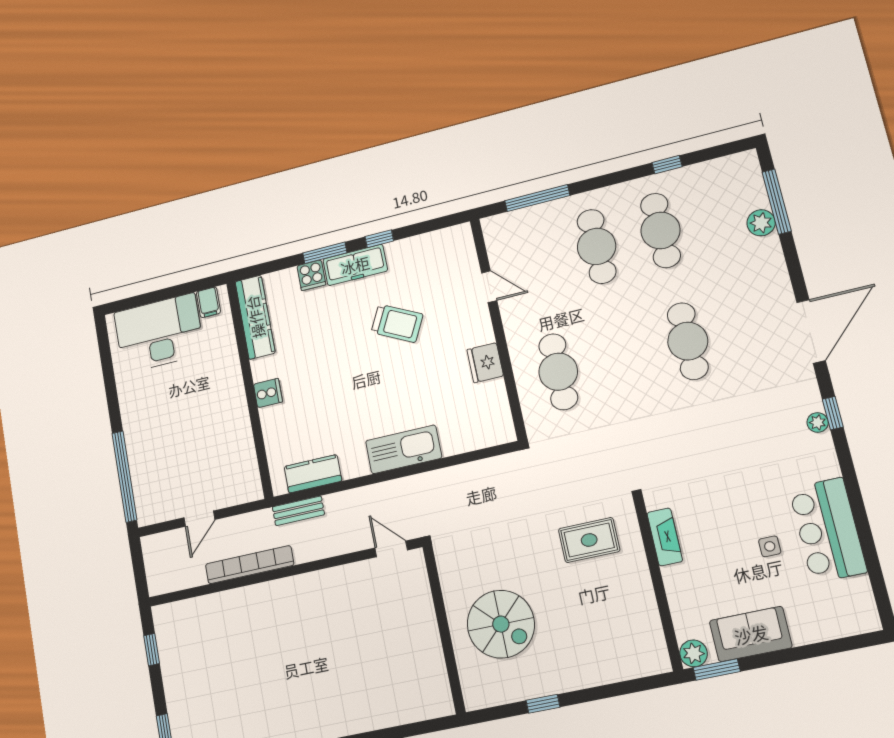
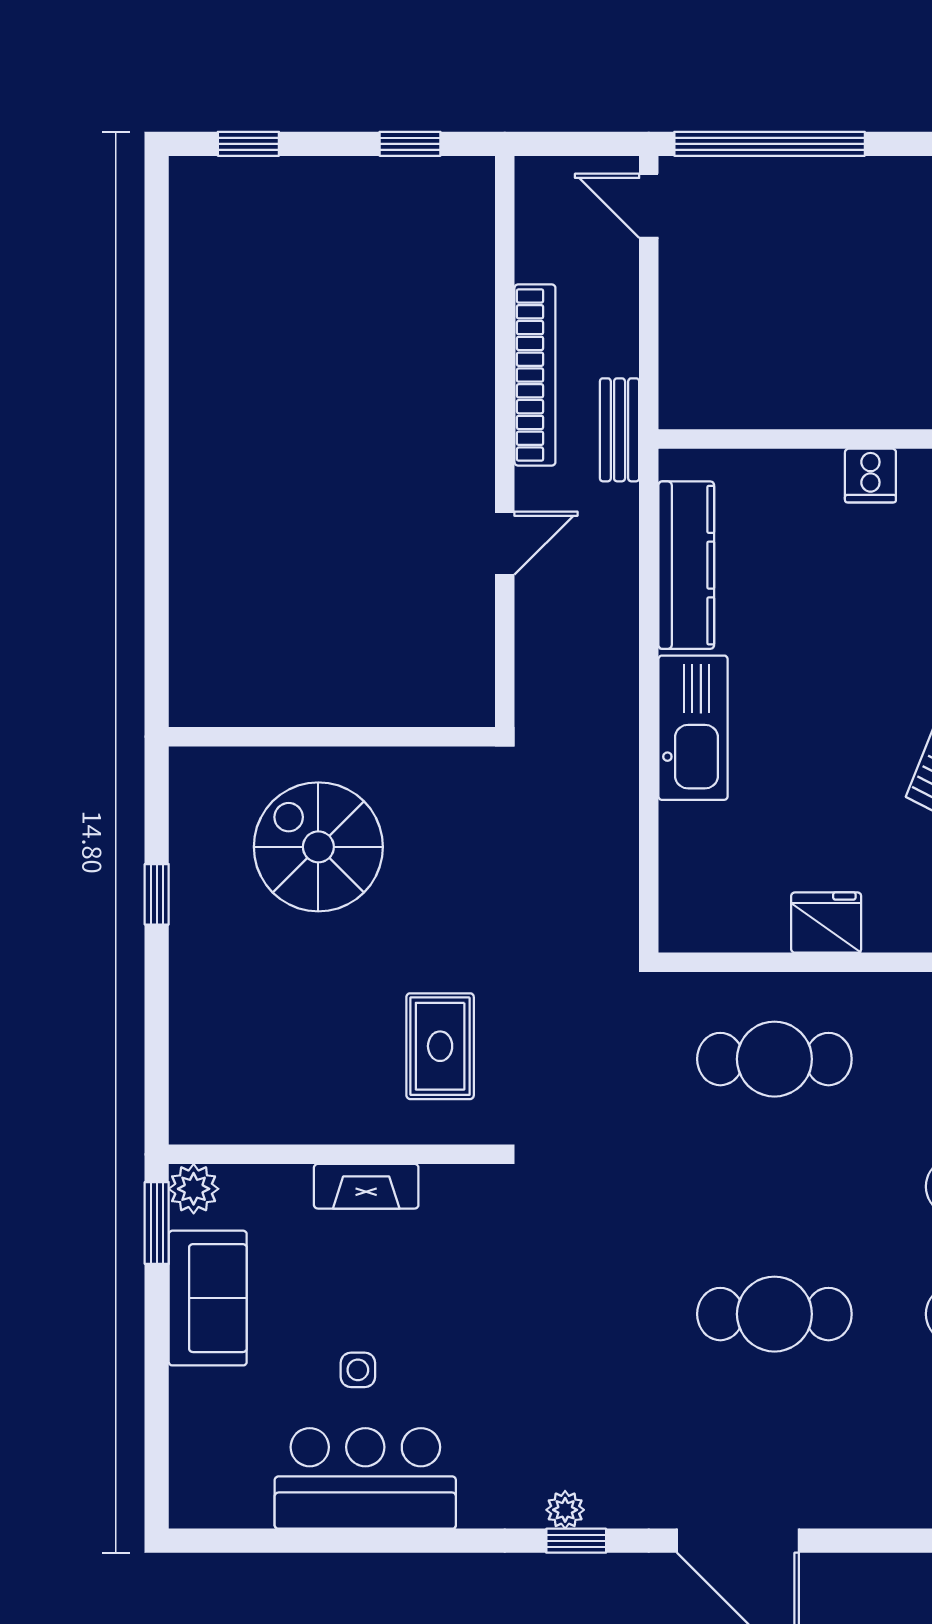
kitchen counter: (313, 474) -> (686, 565), width x1.50
bench: (298, 511) -> (620, 430), moved
door: (199, 519) -> (649, 206), moved
fireplace: (665, 537) -> (366, 1186), moved
door: (391, 549) -> (505, 543), moved
spiral stairs: (501, 624) -> (318, 847), turned 90

